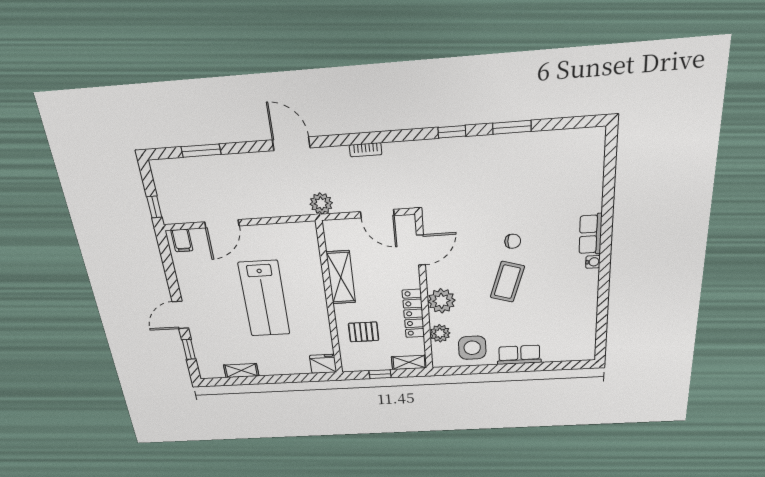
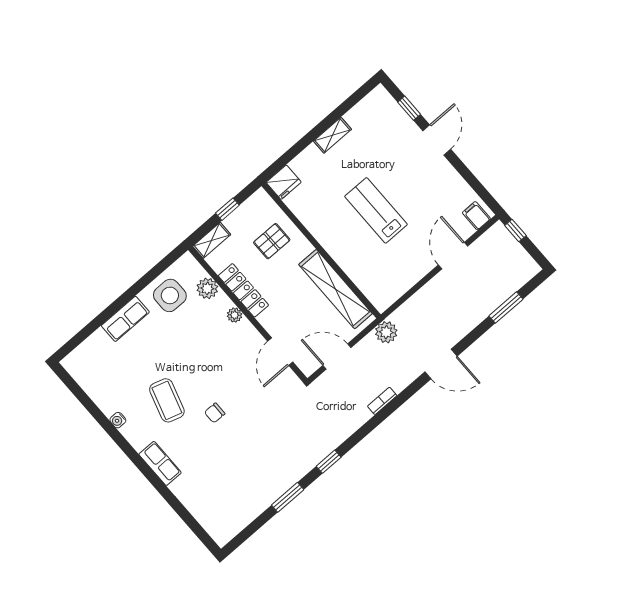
water cooler: (593, 262) -> (118, 420), moved
shelving: (341, 277) -> (335, 289), width x1.47
coffee table: (507, 282) -> (167, 400), moved
lab bench: (264, 299) -> (376, 210), width x0.73, depth x0.72
plant: (441, 301) -> (235, 315), width x0.53, depth x0.53
shelving: (241, 371) -> (332, 135), moved

